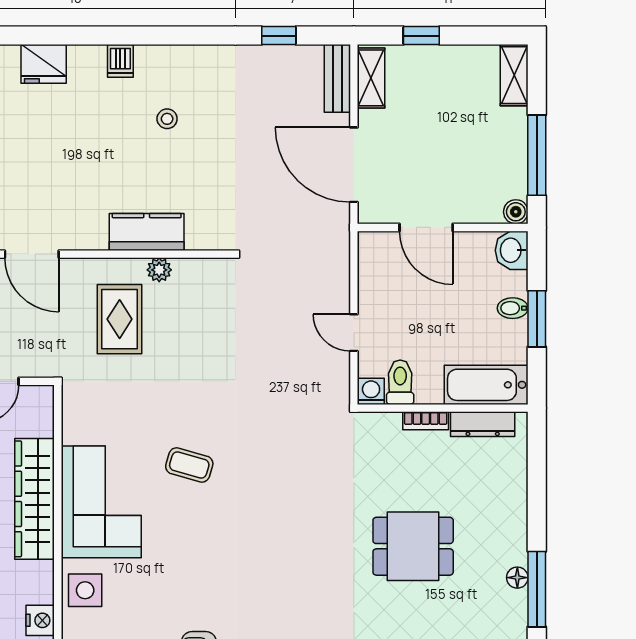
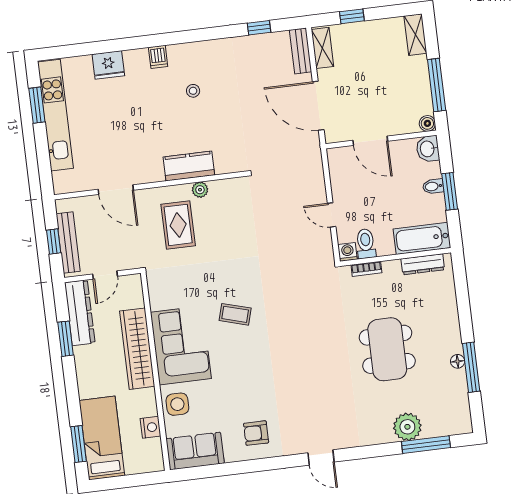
bookcase: (426, 421) -> (366, 269), moved
dining table: (413, 546) -> (387, 349), width x1.38

